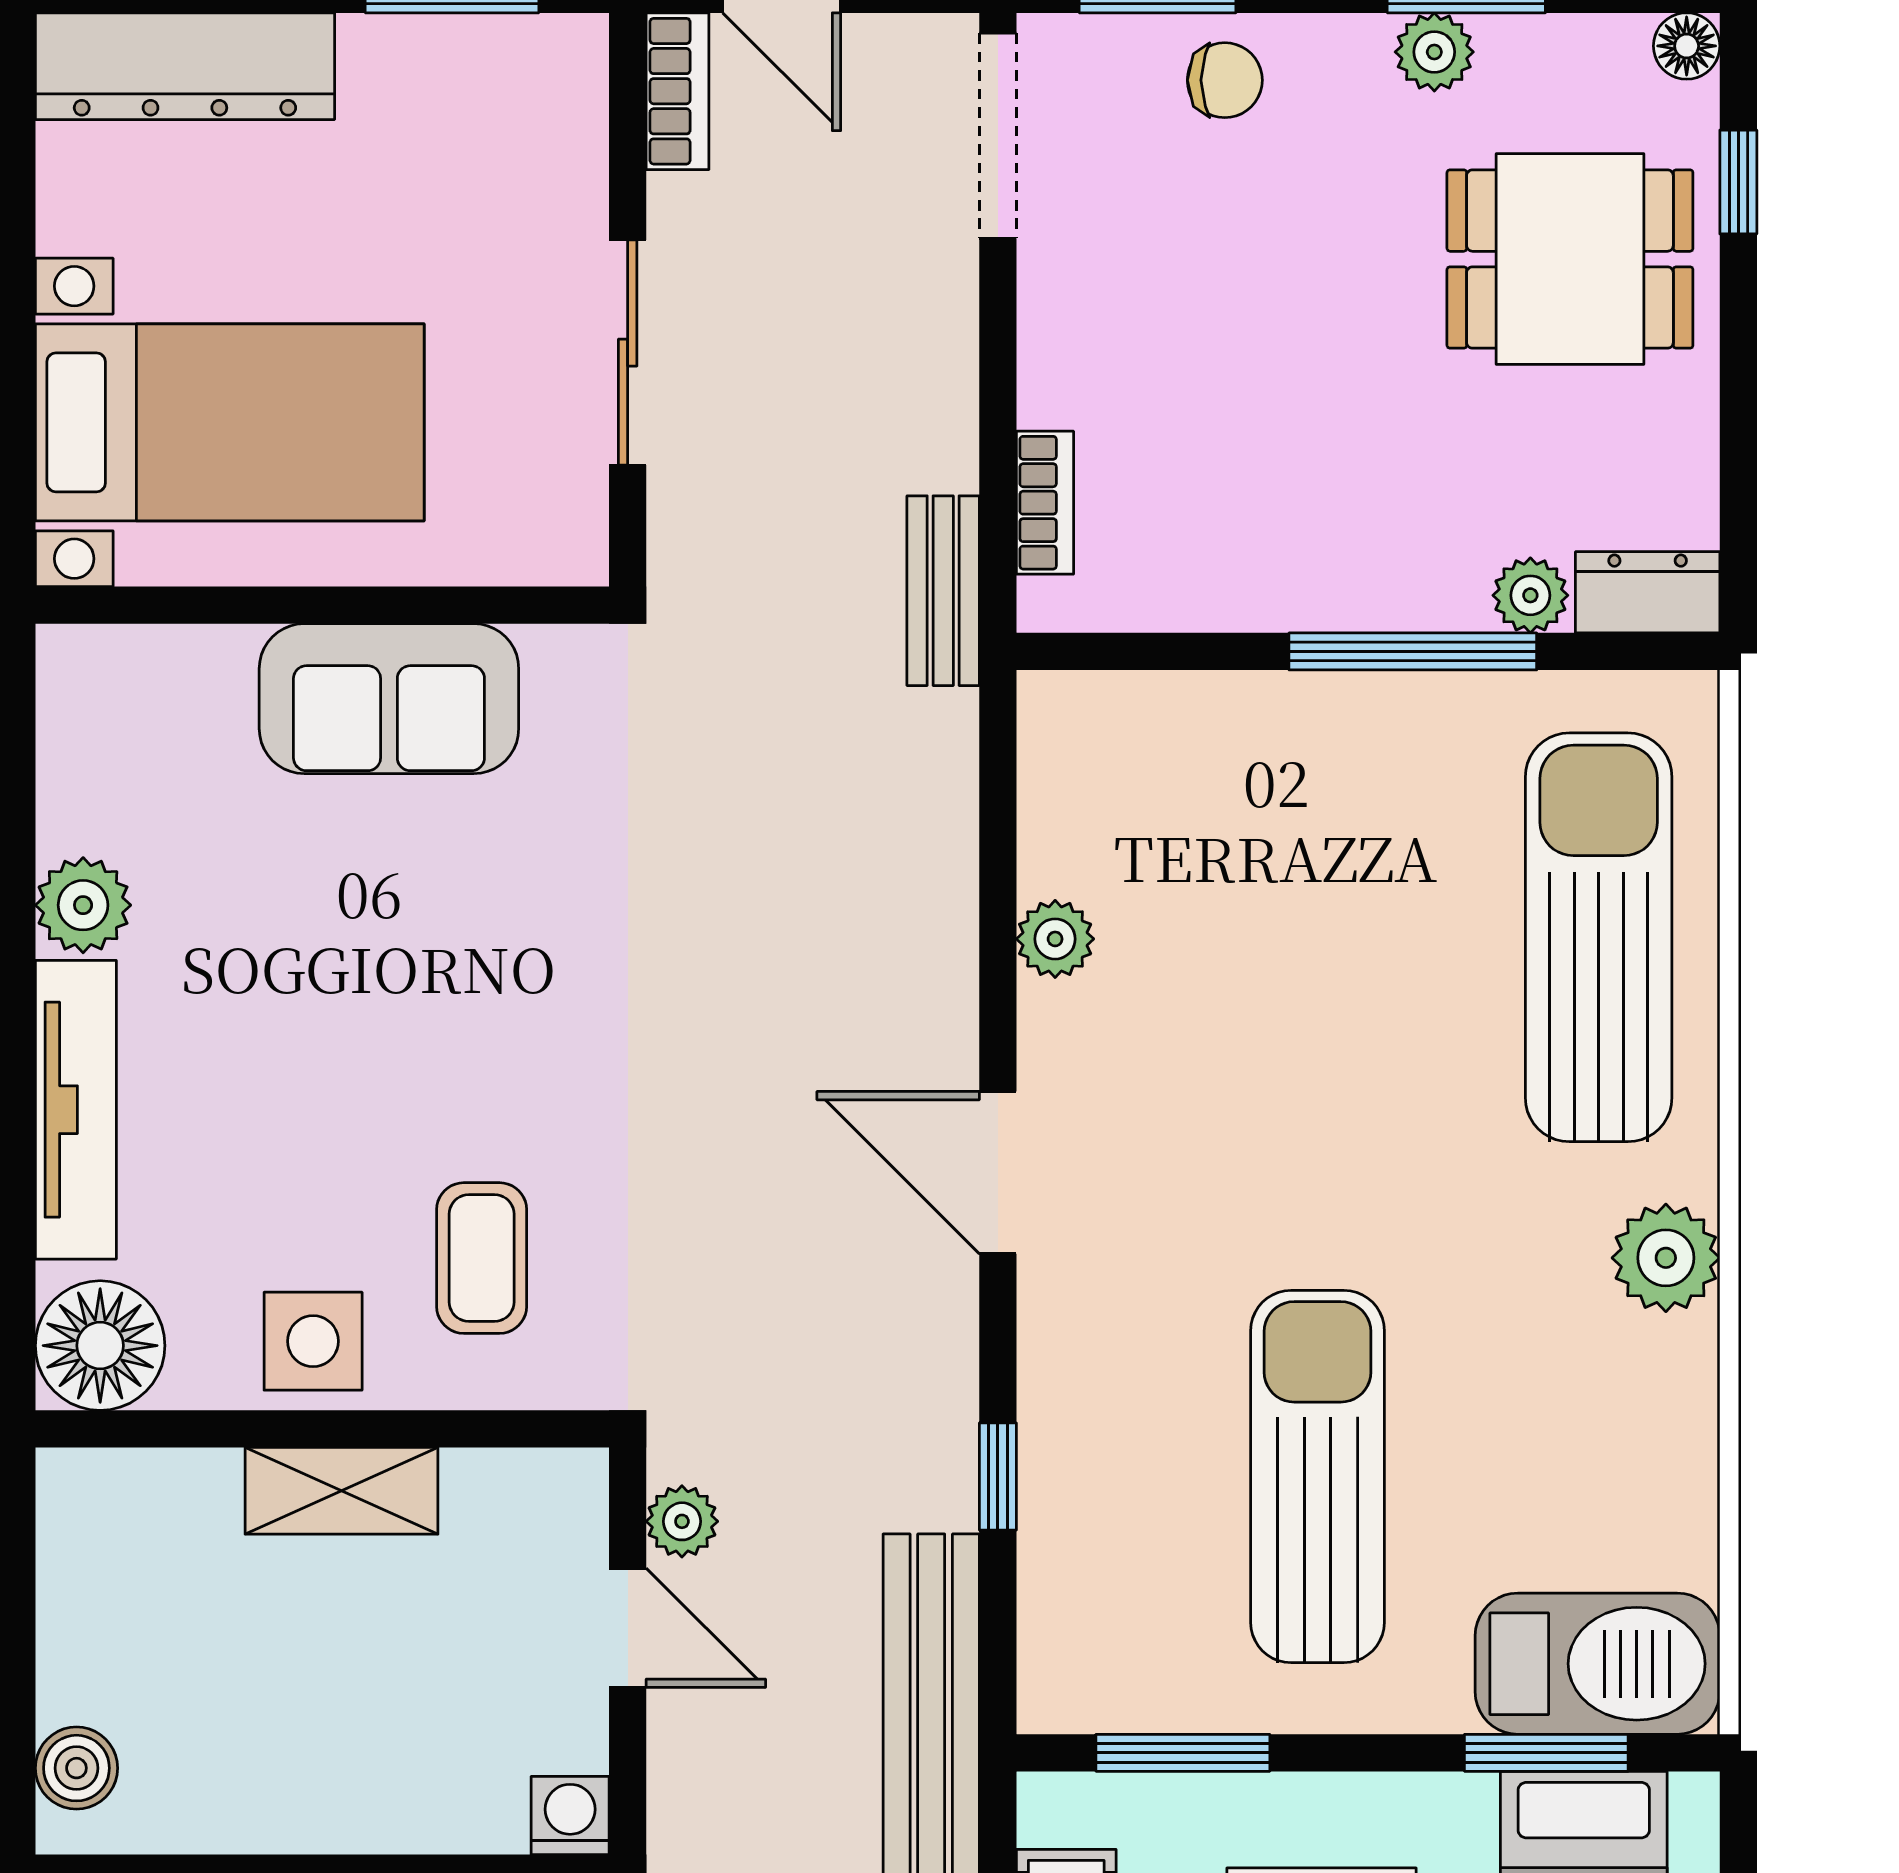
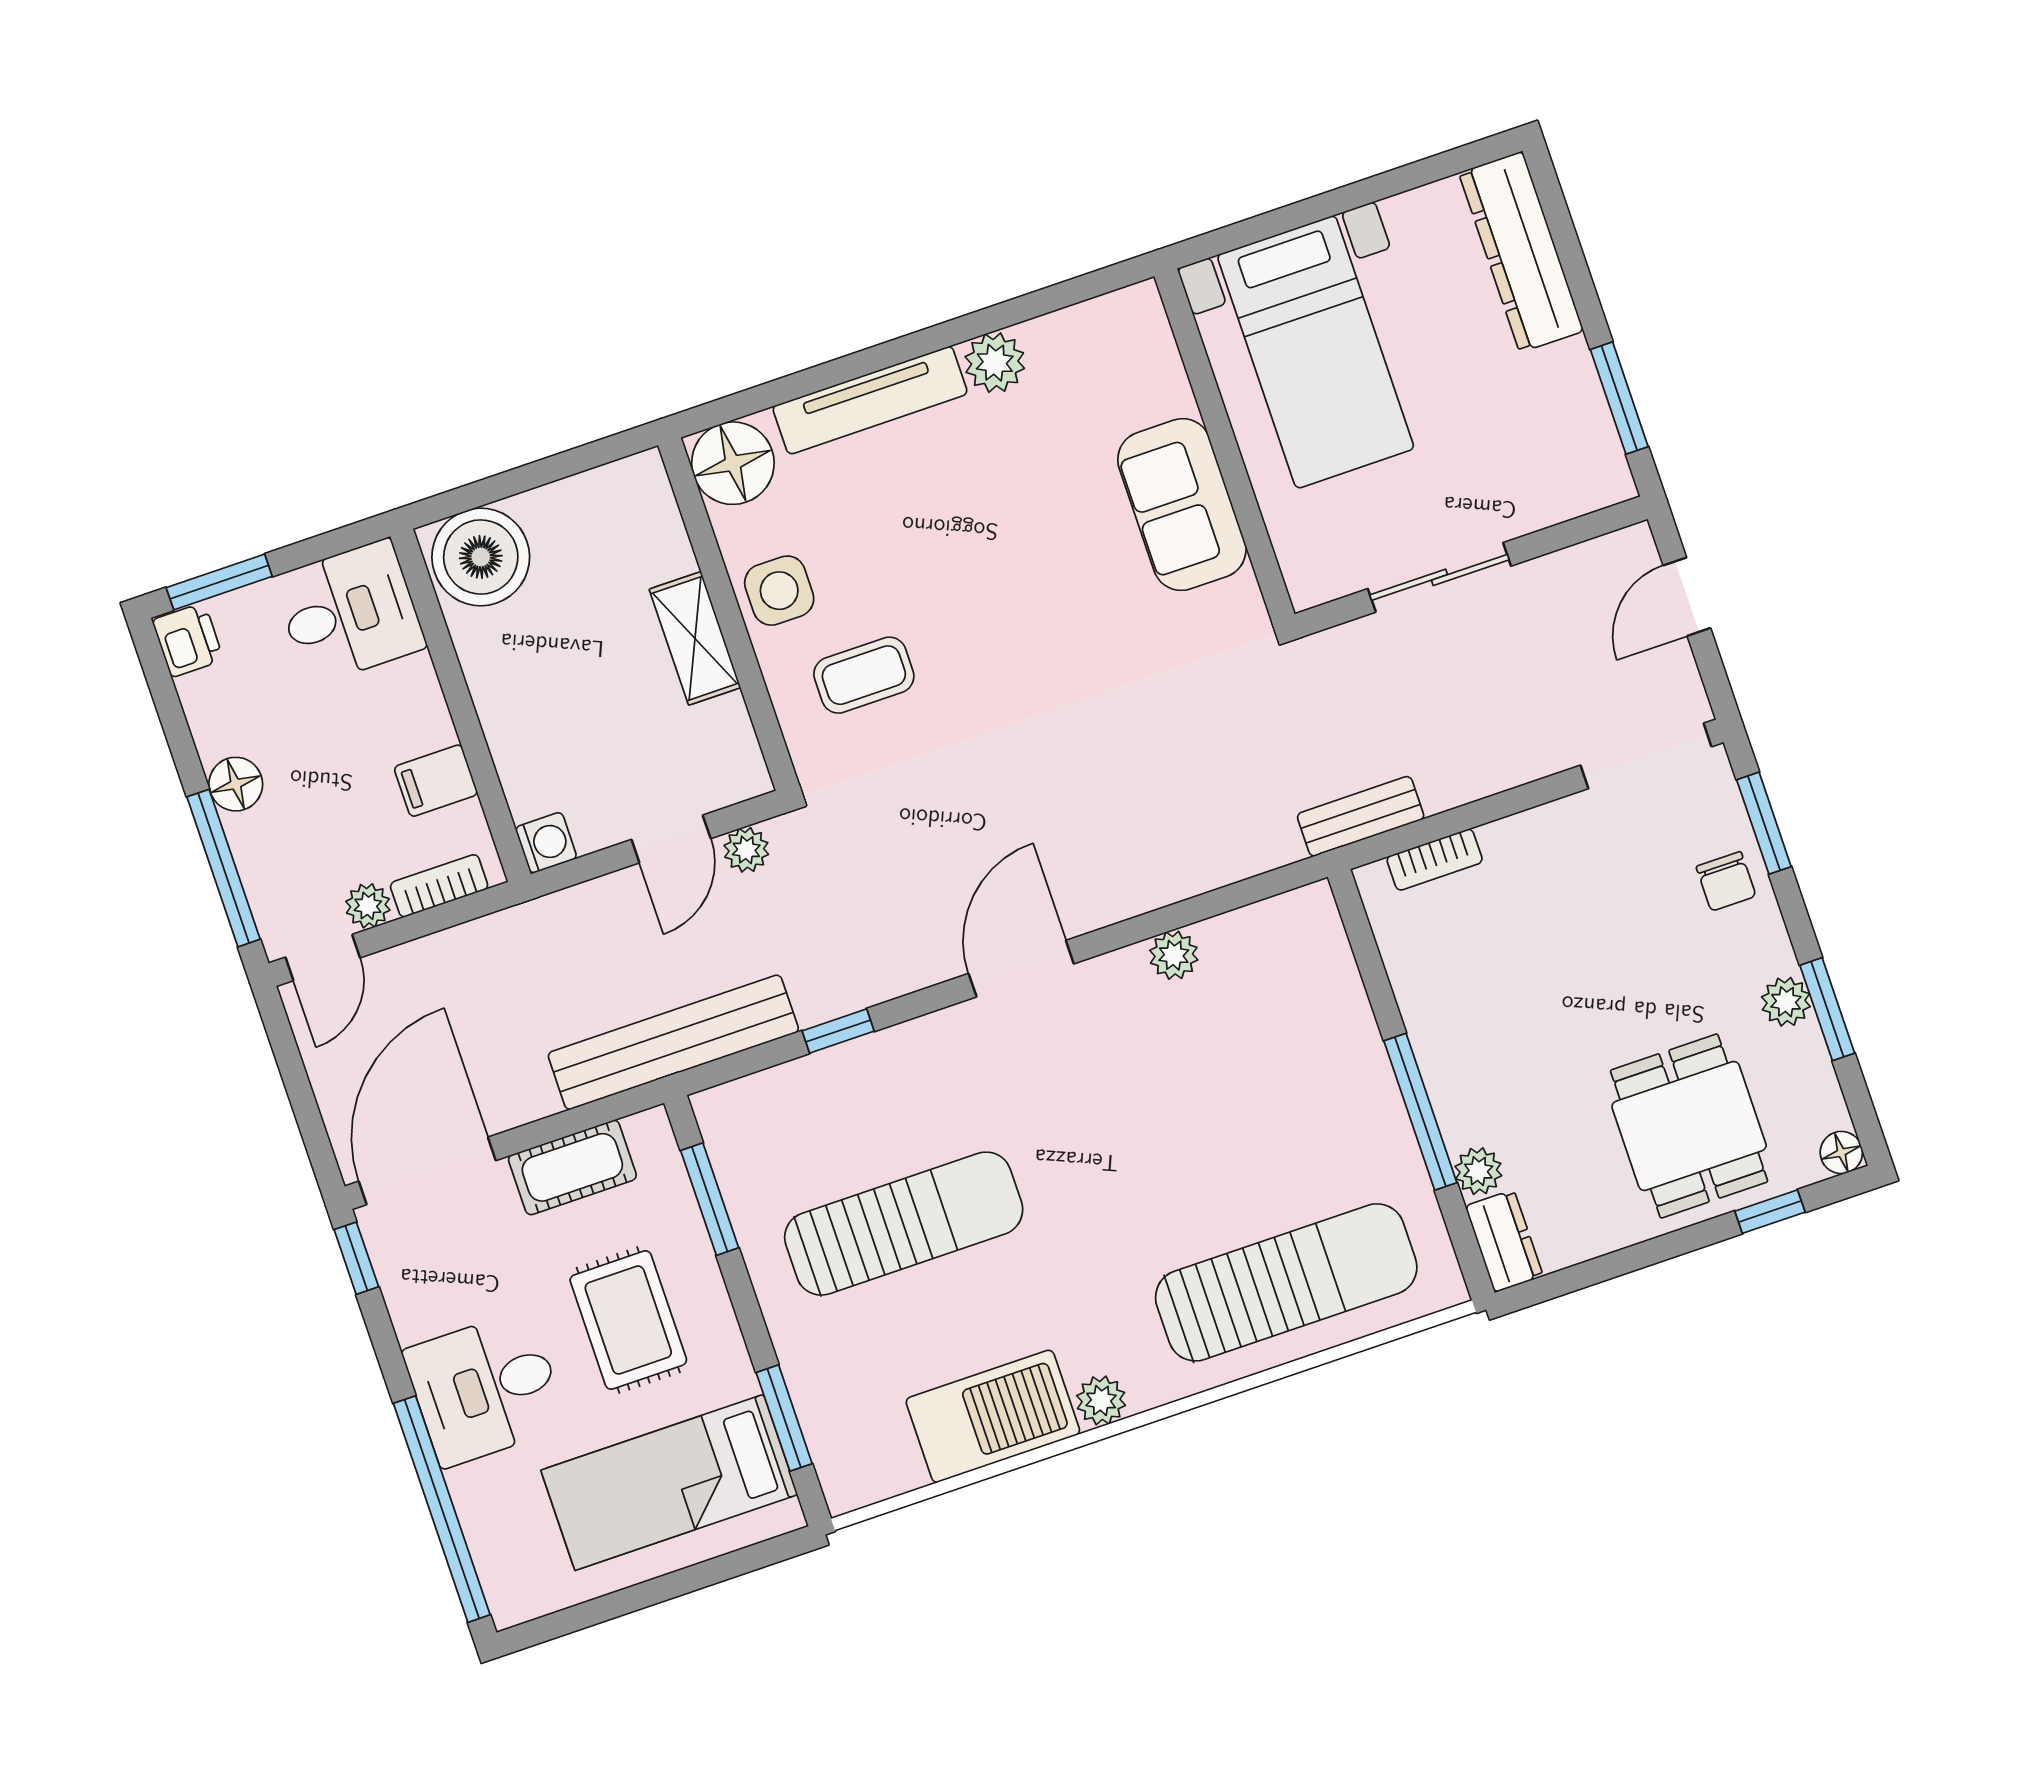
bookcase: (678, 91) -> (1607, 554), removed
plant: (1666, 1258) -> (1101, 1400), width x0.73, depth x0.73
barbecue: (1597, 1664) -> (993, 1416), moved, turned -90
boiler: (76, 1768) -> (481, 557), width x1.86, depth x1.86

